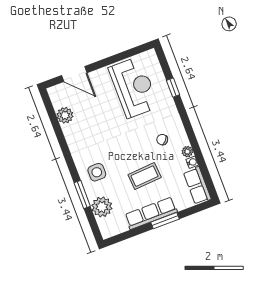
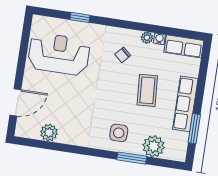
window: (165, 221) -> (194, 129), moved

